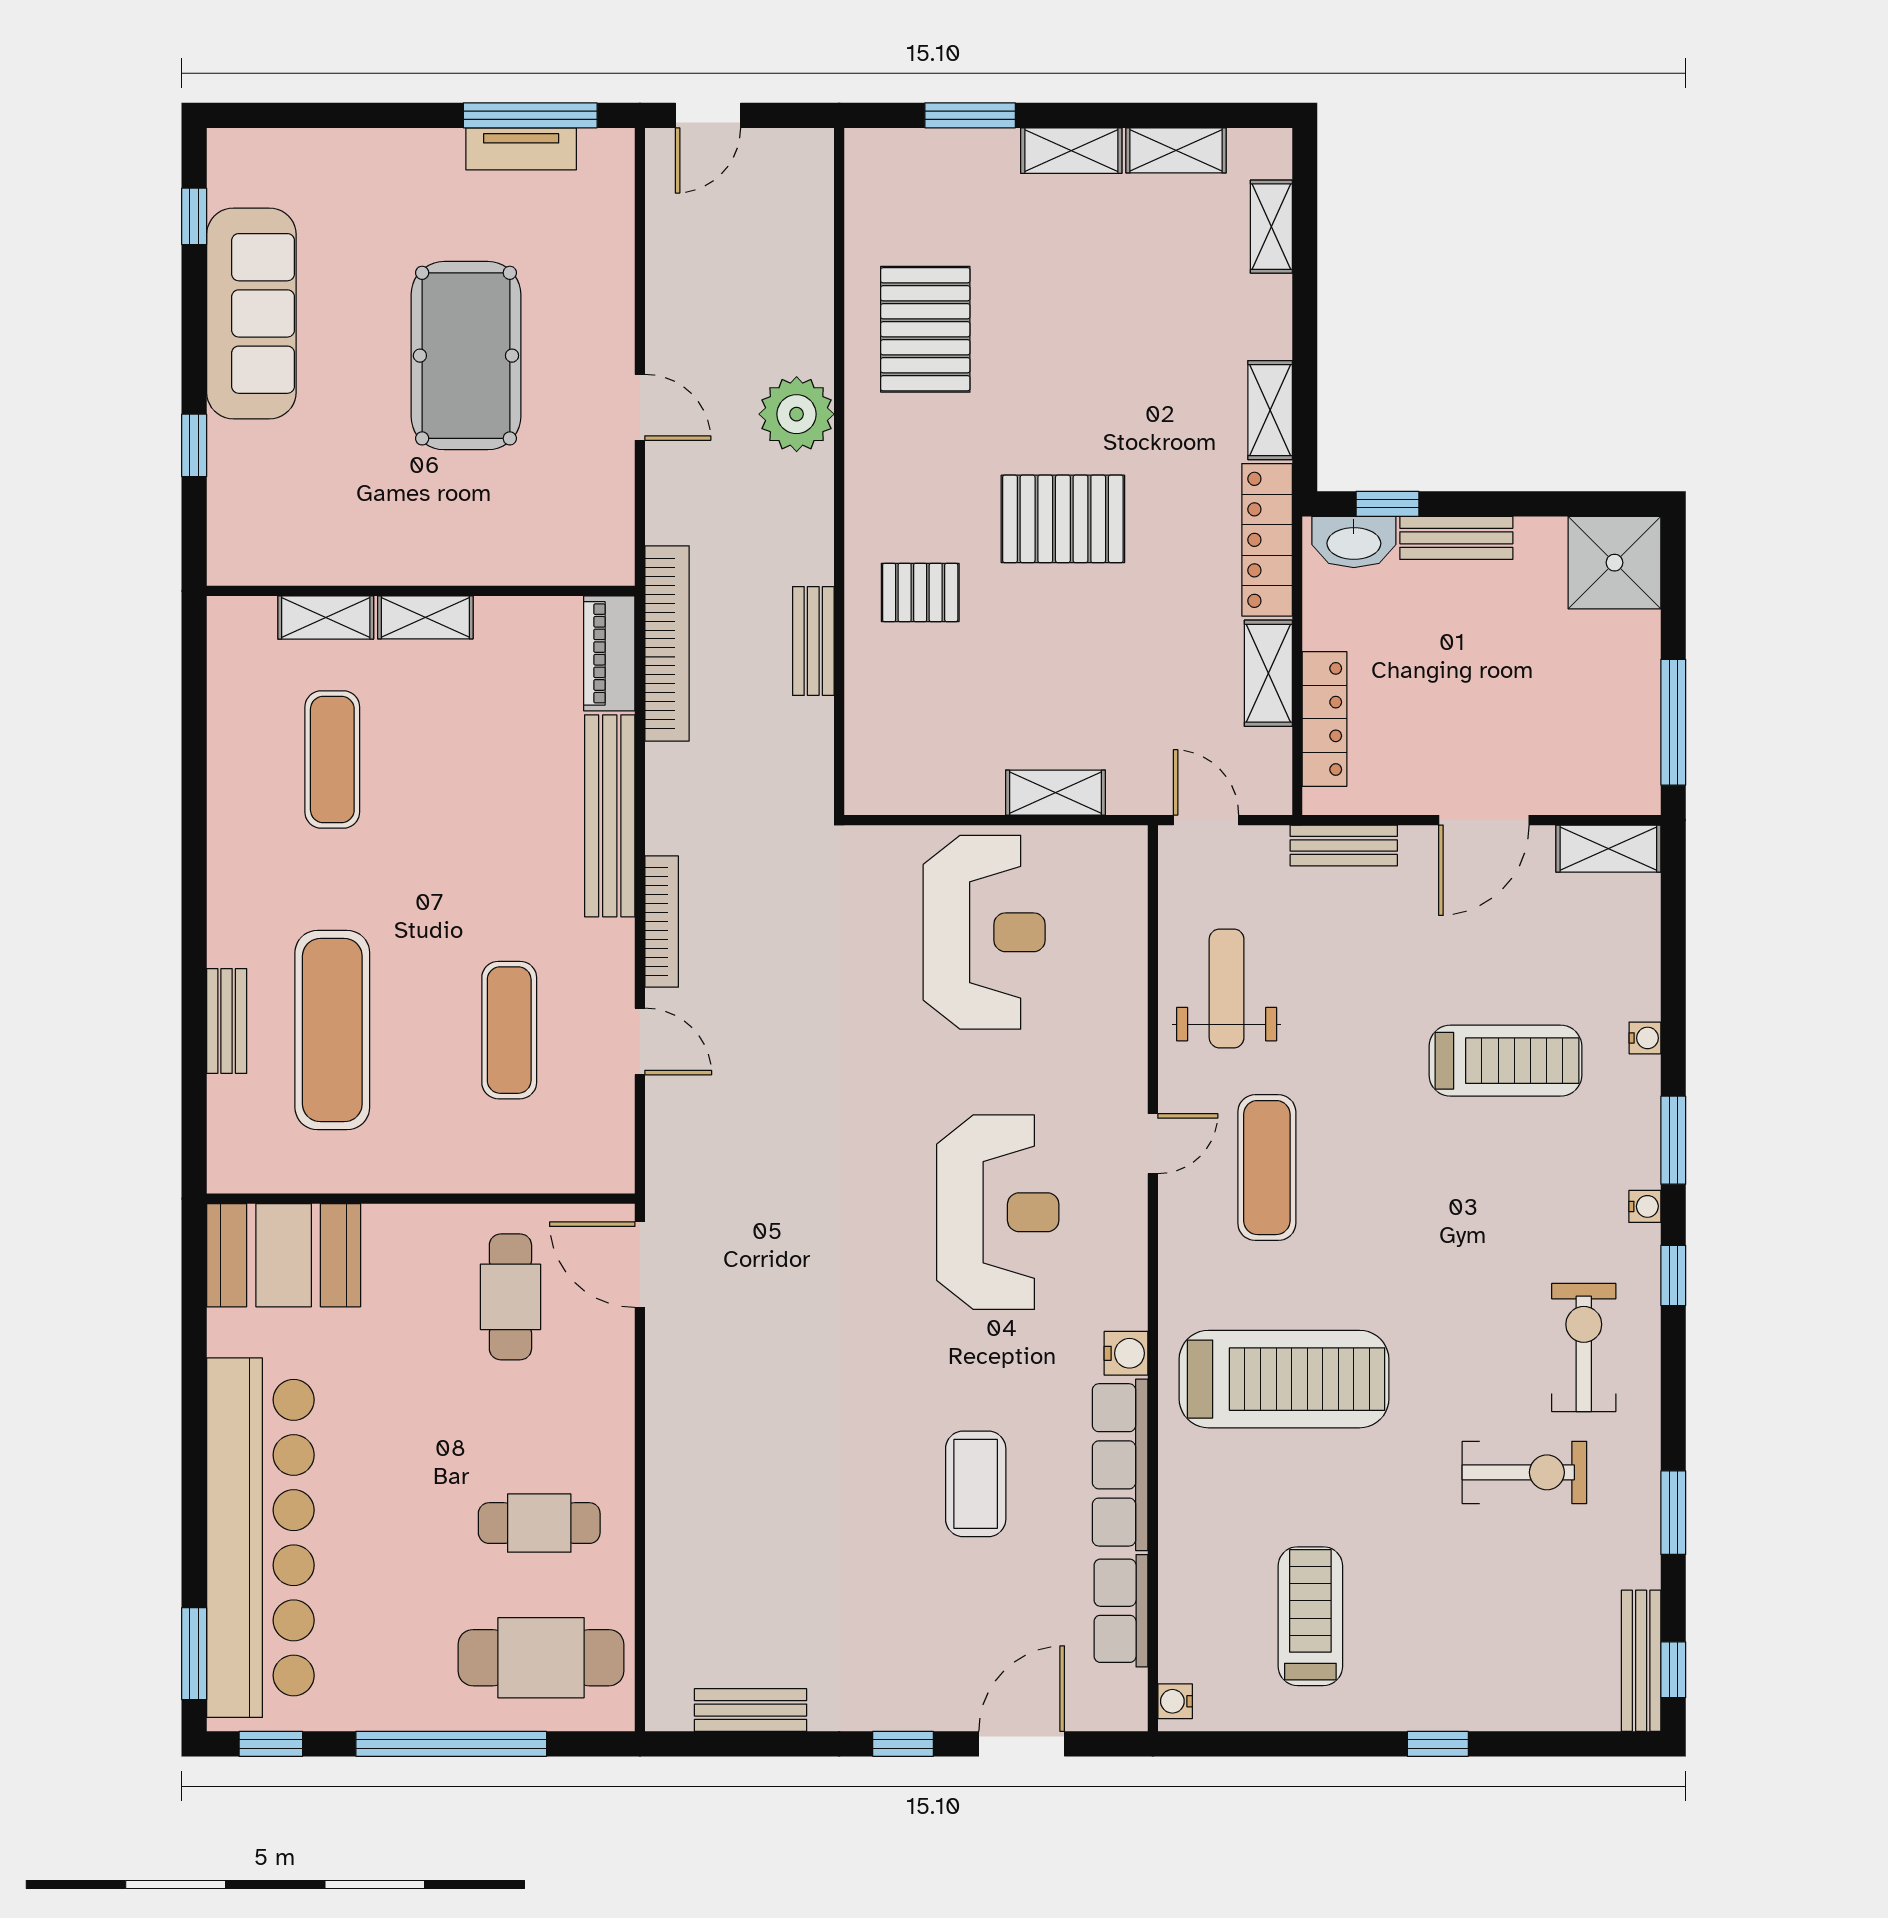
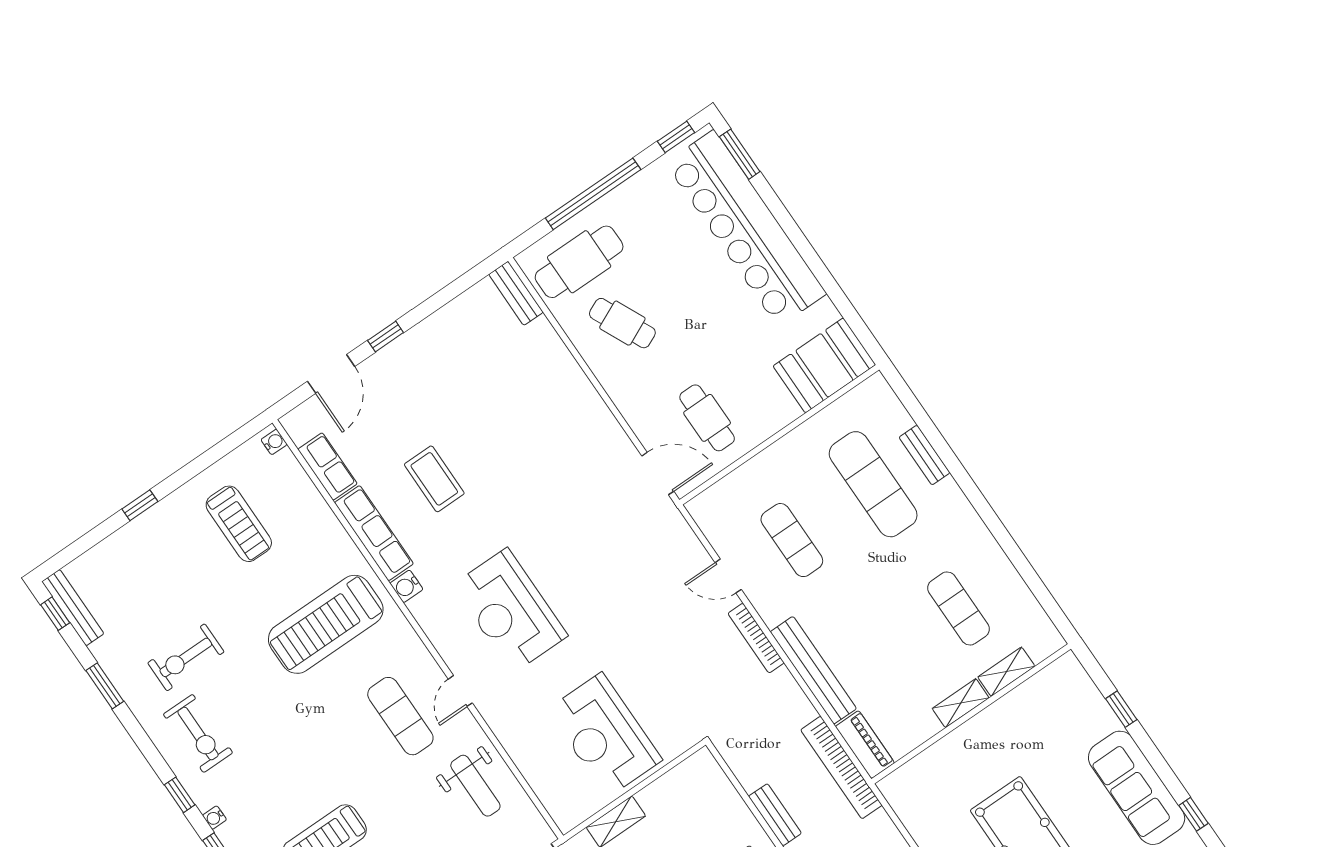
cafe table: (539, 1523) -> (622, 323), turned 65
bench: (751, 1710) -> (516, 293), moved, turned 90

